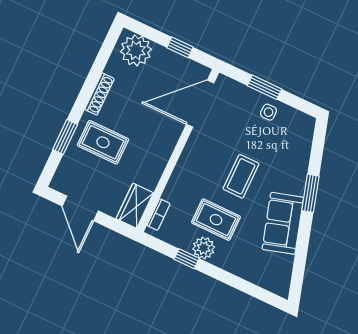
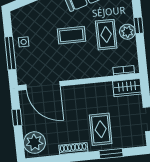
window: (264, 87) -> (10, 53), width x1.44
window: (187, 259) -> (139, 25), moved

